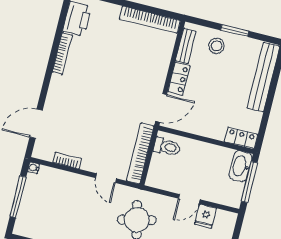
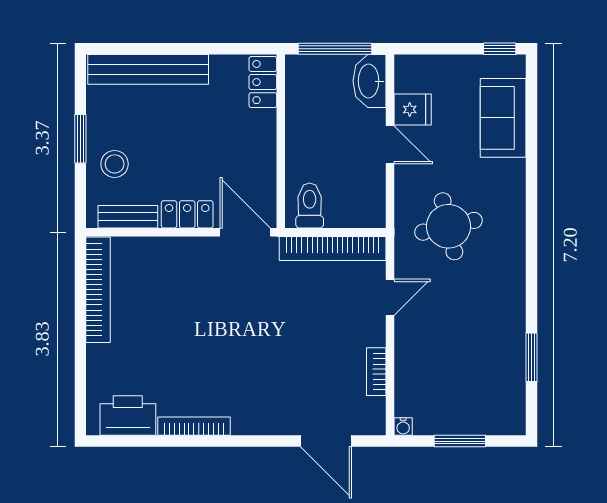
washbasin: (241, 166) -> (369, 81), moved, turned 90
window: (18, 197) -> (460, 441), width x0.69

